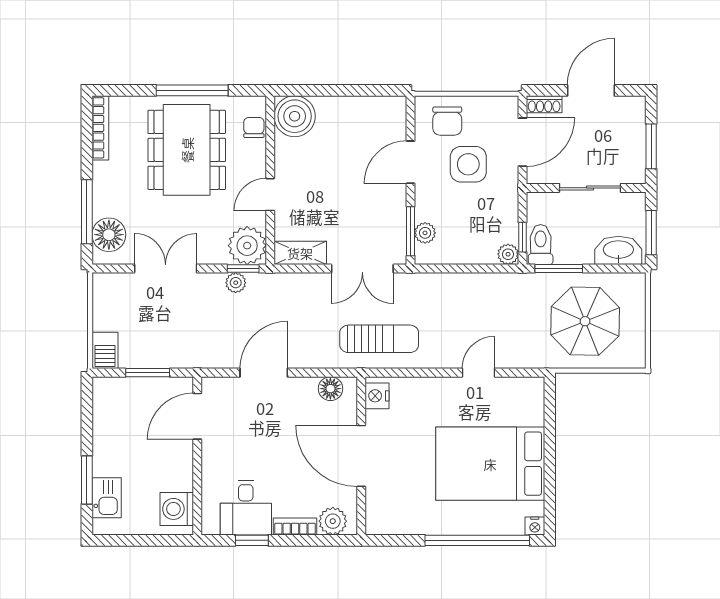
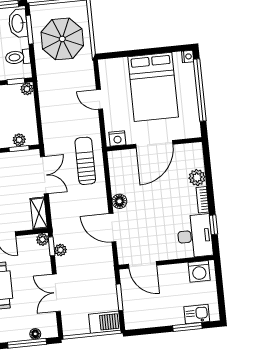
window: (411, 231) -> (19, 149), width x0.67
floor lamp: (109, 235) -> (35, 334), width x0.53, depth x0.53
toilet: (541, 245) -> (18, 57), moved
plant: (247, 246) -> (42, 239), width x0.53, depth x0.53
window: (559, 269) -> (30, 30), moved
barbecue: (105, 350) -> (105, 322), width x1.38, depth x1.27
floor lamp: (330, 389) -> (119, 201), moved
nightstand: (377, 396) -> (117, 138), moved
door: (361, 456) -> (154, 144), moved
wall: (361, 456) -> (154, 144), moved
desk: (246, 508) -> (195, 236), width x1.37

